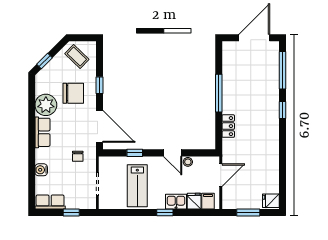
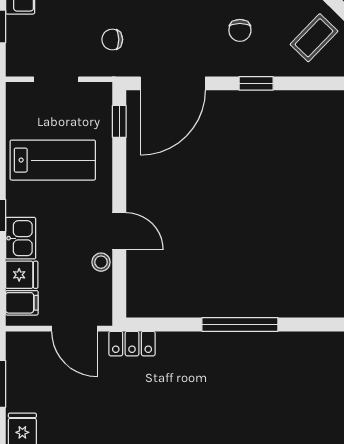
chair: (73, 93) -> (240, 30), width x0.54, depth x0.54
locker: (228, 126) -> (132, 344), moved
window: (135, 153) -> (119, 121), moved
door: (173, 153) -> (119, 231), swing flipped
lab bench: (137, 186) -> (53, 160), turned 180

